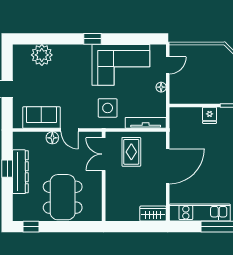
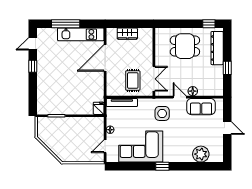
side table: (108, 108) -> (162, 113), moved
fridge: (210, 115) -> (99, 108), moved
door: (168, 166) -> (105, 58), moved
dresser: (20, 172) -> (217, 48), moved
dining table: (63, 197) -> (185, 46), width x0.73
wardrobe: (153, 214) -> (127, 34), moved

